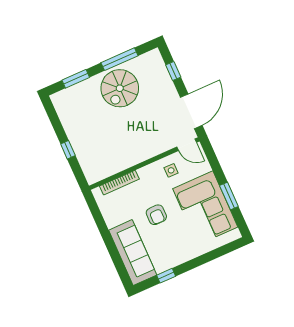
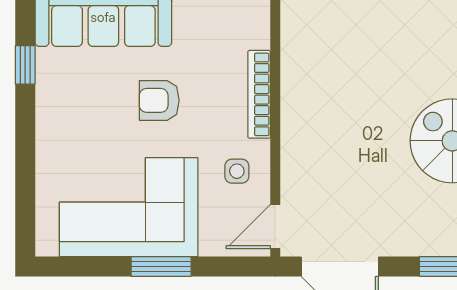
bookcase: (119, 183) -> (259, 94), moved
window: (229, 196) -> (161, 266), moved

